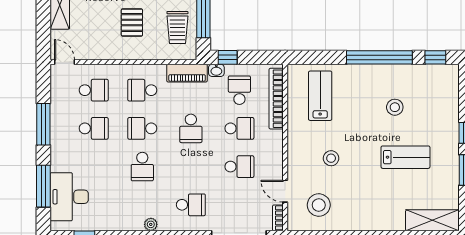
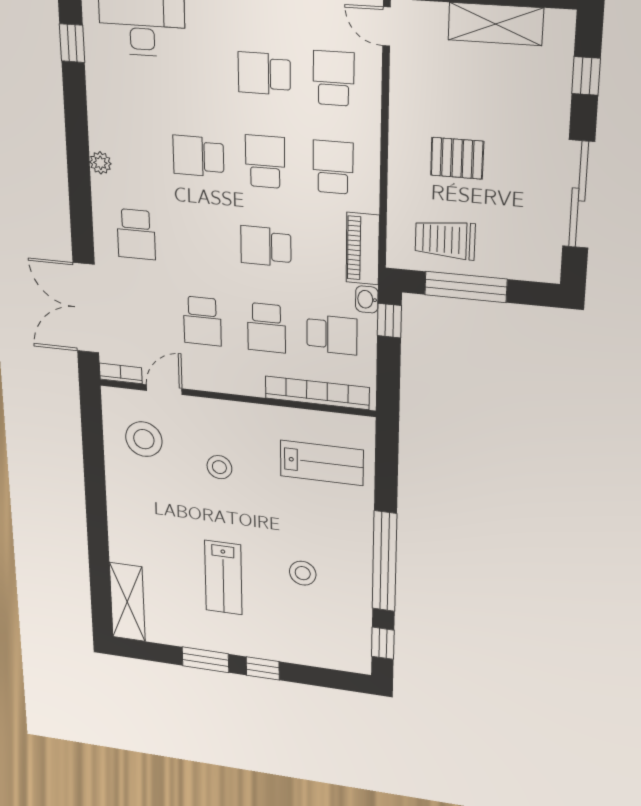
door: (65, 62) -> (387, 26), swing flipped
school desk: (94, 90) -> (334, 78), turned 180
school desk: (94, 128) -> (264, 74), turned 90

